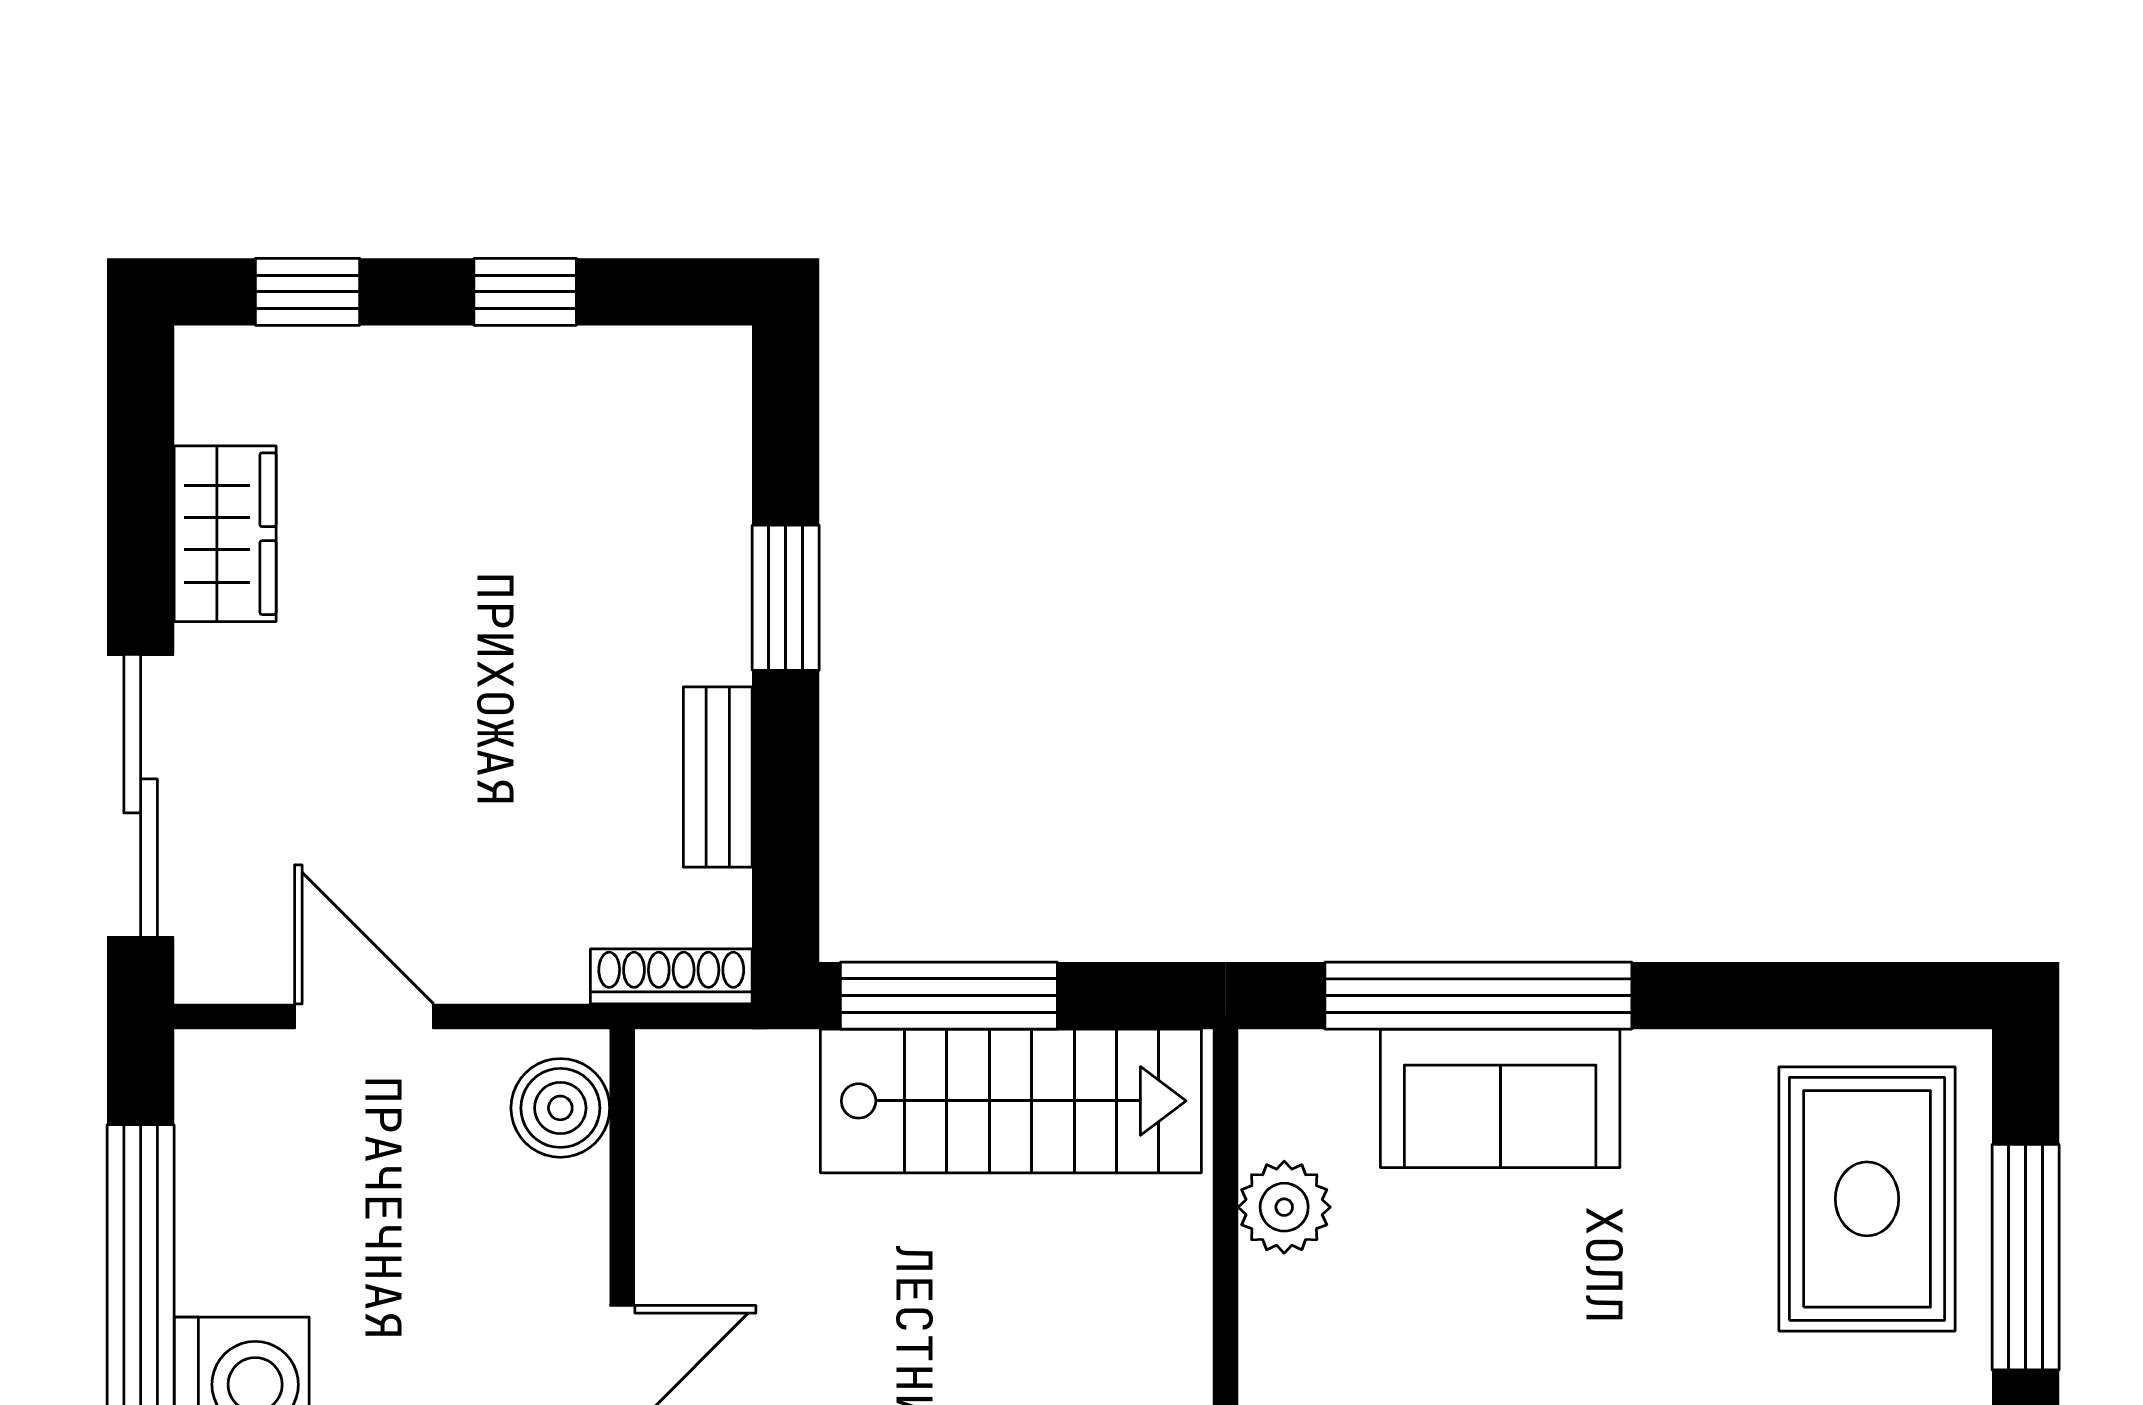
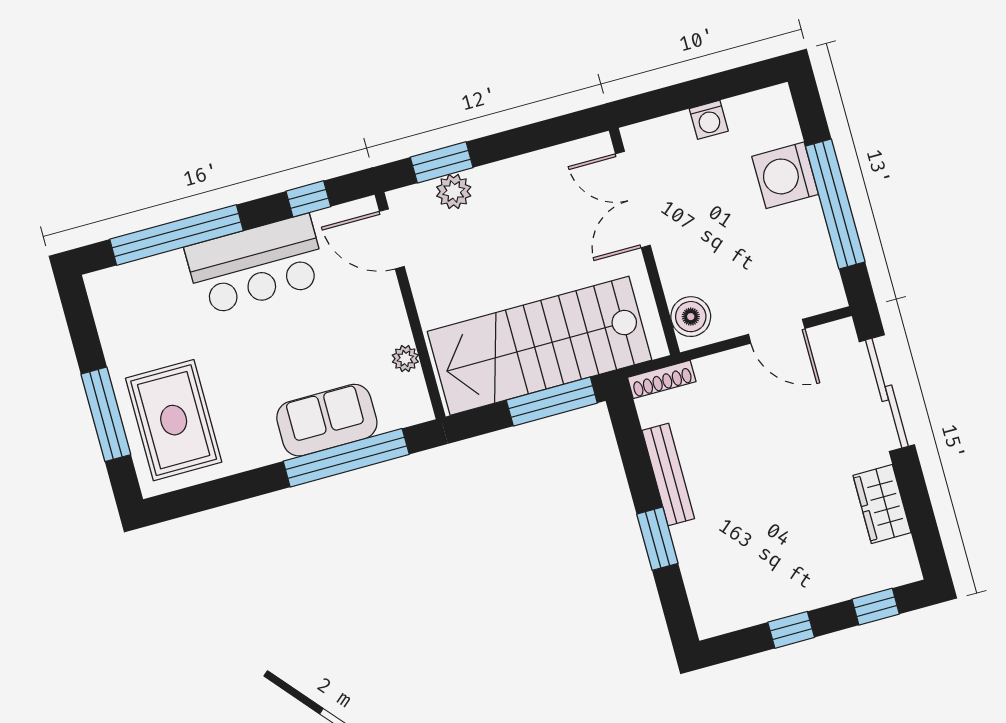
bench: (718, 777) -> (668, 475), width x1.36
stairs: (1011, 1101) -> (540, 346), width x1.36, depth x1.51
plant: (1284, 1207) -> (405, 359), width x0.73, depth x0.73

